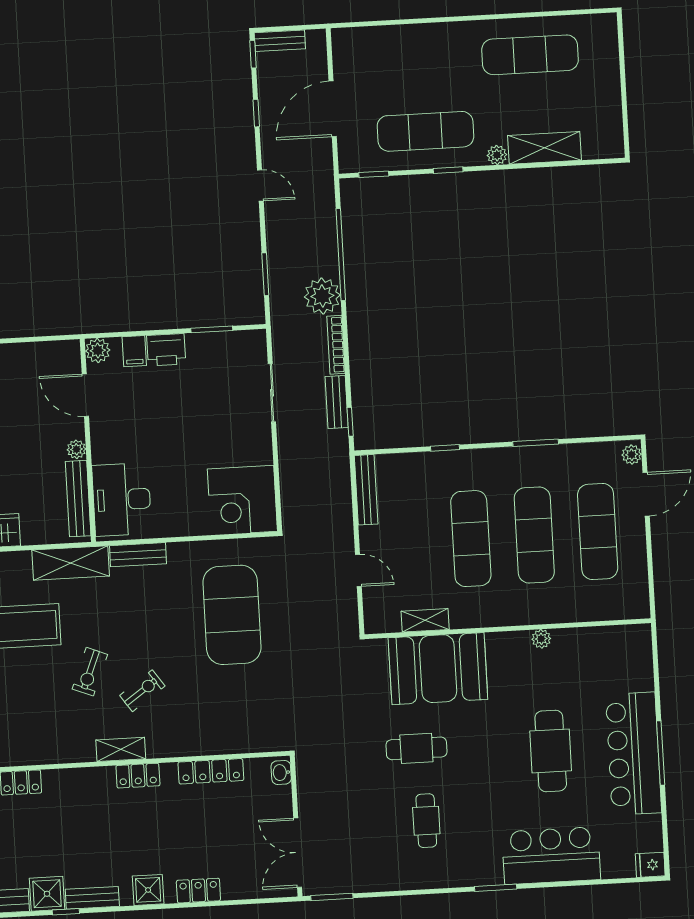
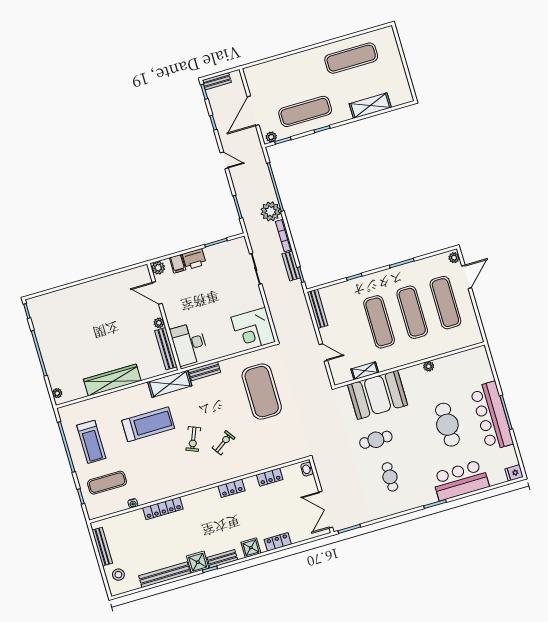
plant: (497, 155) -> (271, 137), moved
shelving: (121, 749) -> (219, 477), removed
locker: (211, 771) -> (270, 477), width x0.66

